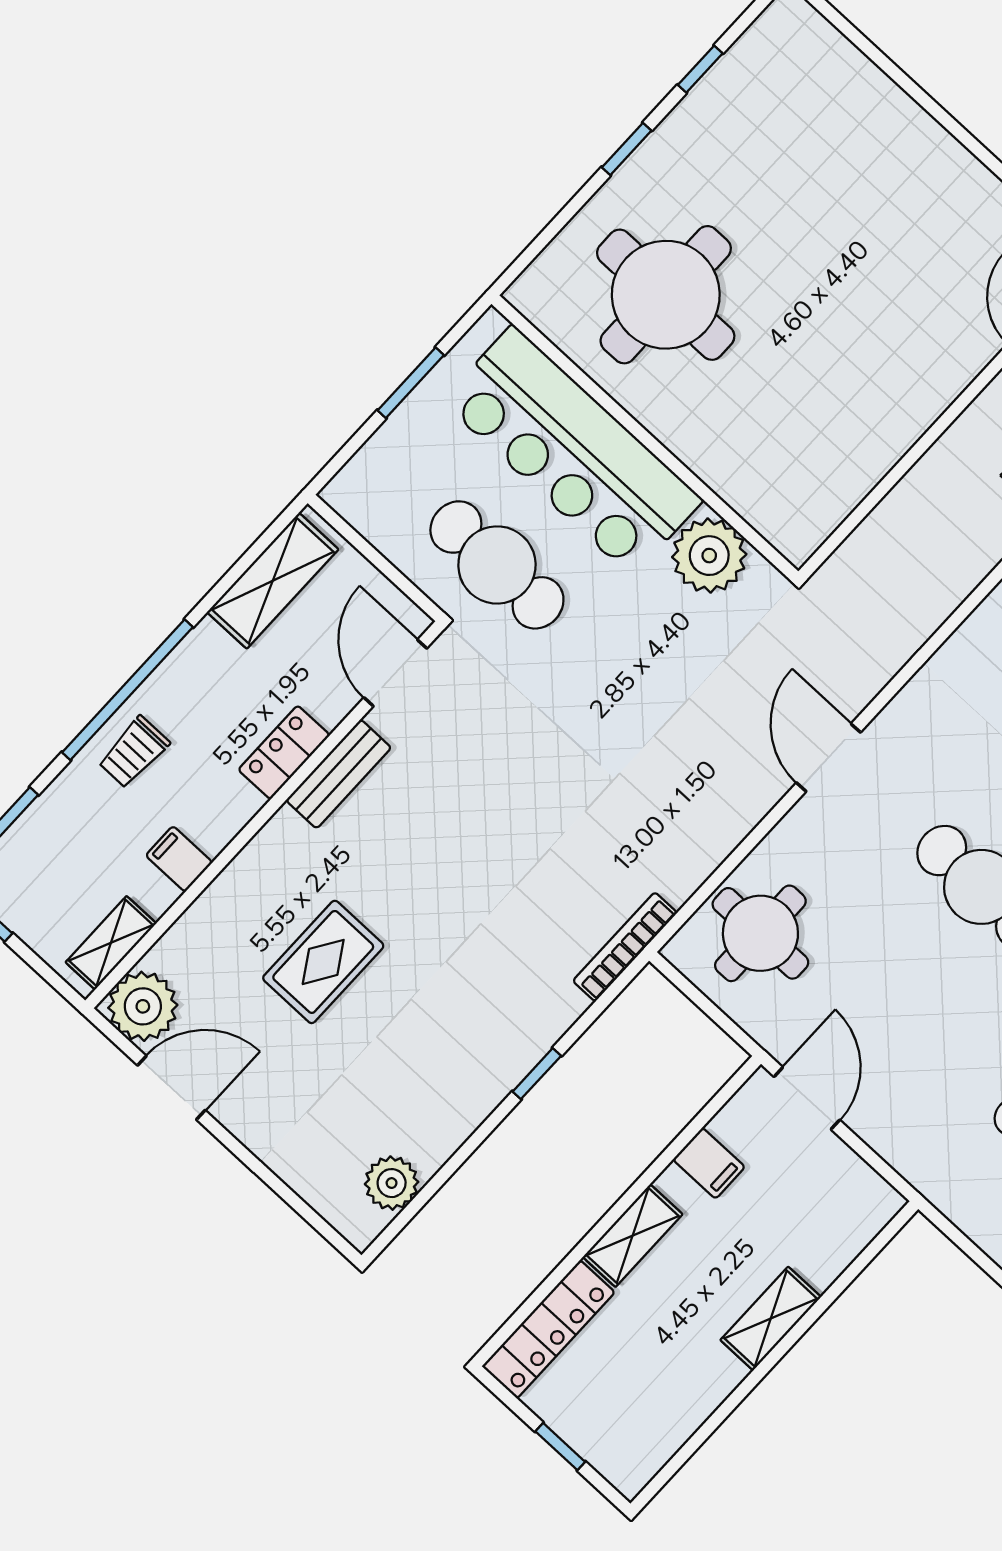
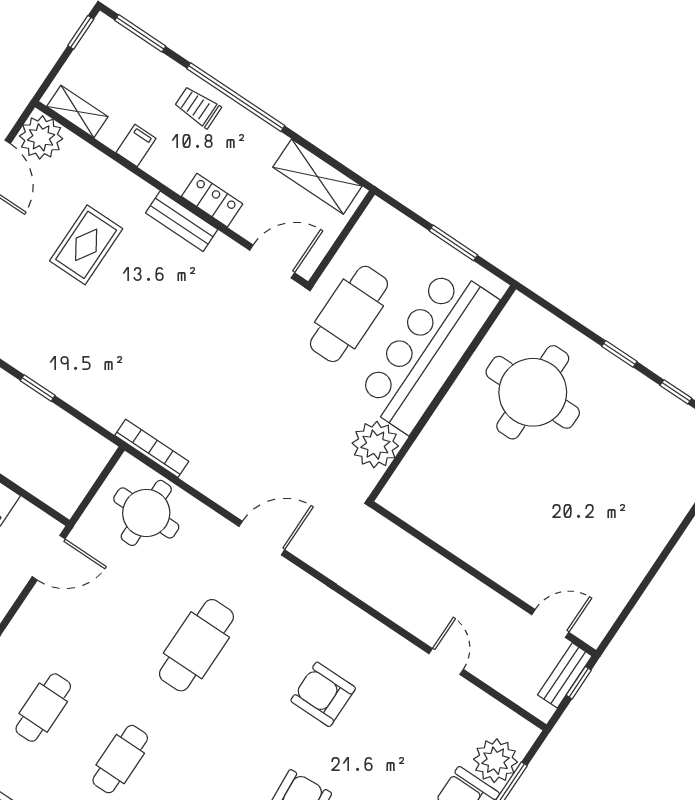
bench: (339, 774) -> (182, 221), moved
bookcase: (625, 947) -> (152, 448), moved
rug: (323, 962) -> (86, 245), turned 90

